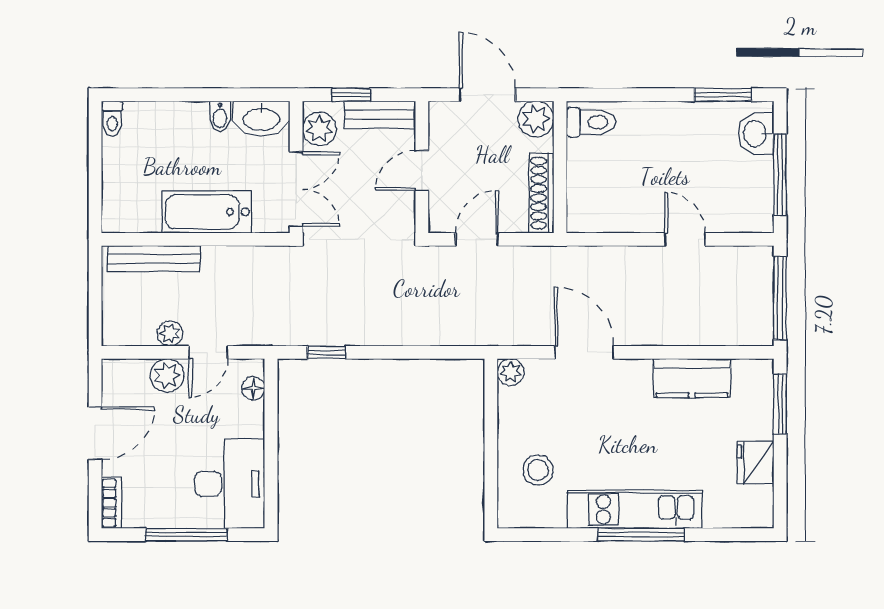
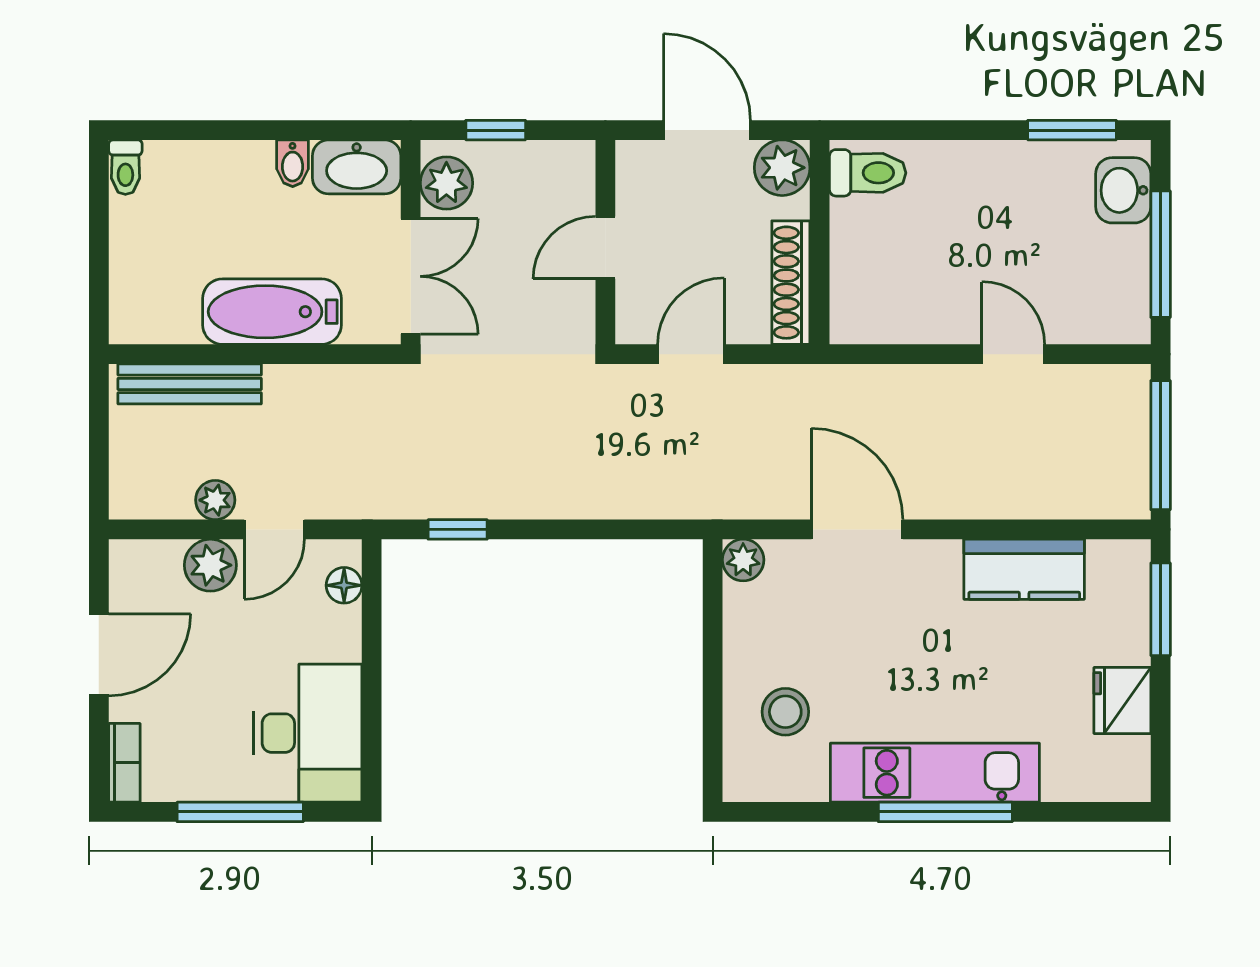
bench: (380, 115) -> (540, 161), removed

